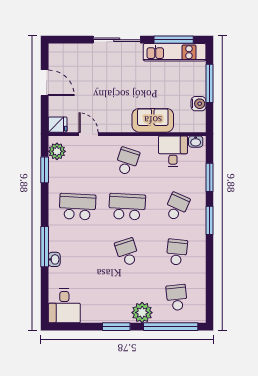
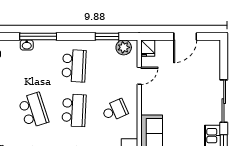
school desk: (127, 161) -> (115, 110), turned -42
school desk: (127, 252) -> (33, 110), width x1.85

